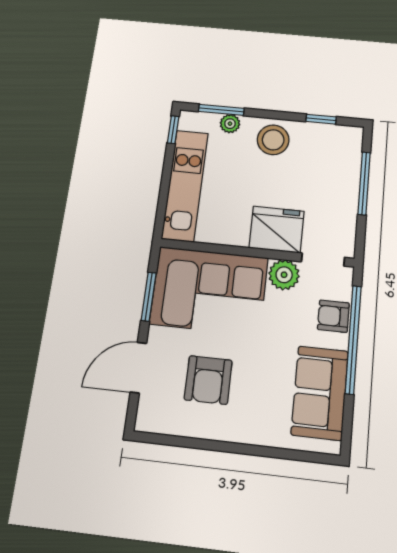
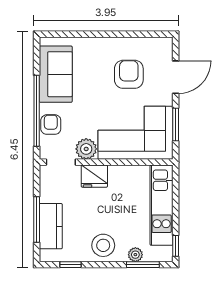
kitchen counter: (345, 172) -> (51, 226), added
fridge: (277, 230) -> (94, 176), width x0.73, depth x0.75
armchair: (333, 316) -> (51, 125), turned -90

